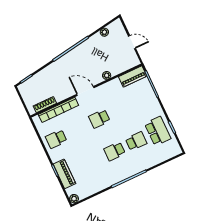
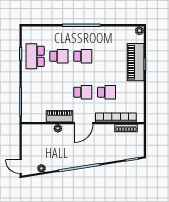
door: (132, 42) -> (21, 167), moved
piano: (133, 76) -> (60, 116), moved
door: (85, 91) -> (84, 123), hinge flipped
school desk: (56, 139) -> (107, 92), moved
school desk: (136, 141) -> (59, 56), turned 180
piano: (64, 174) -> (136, 62), width x1.37, depth x1.33

